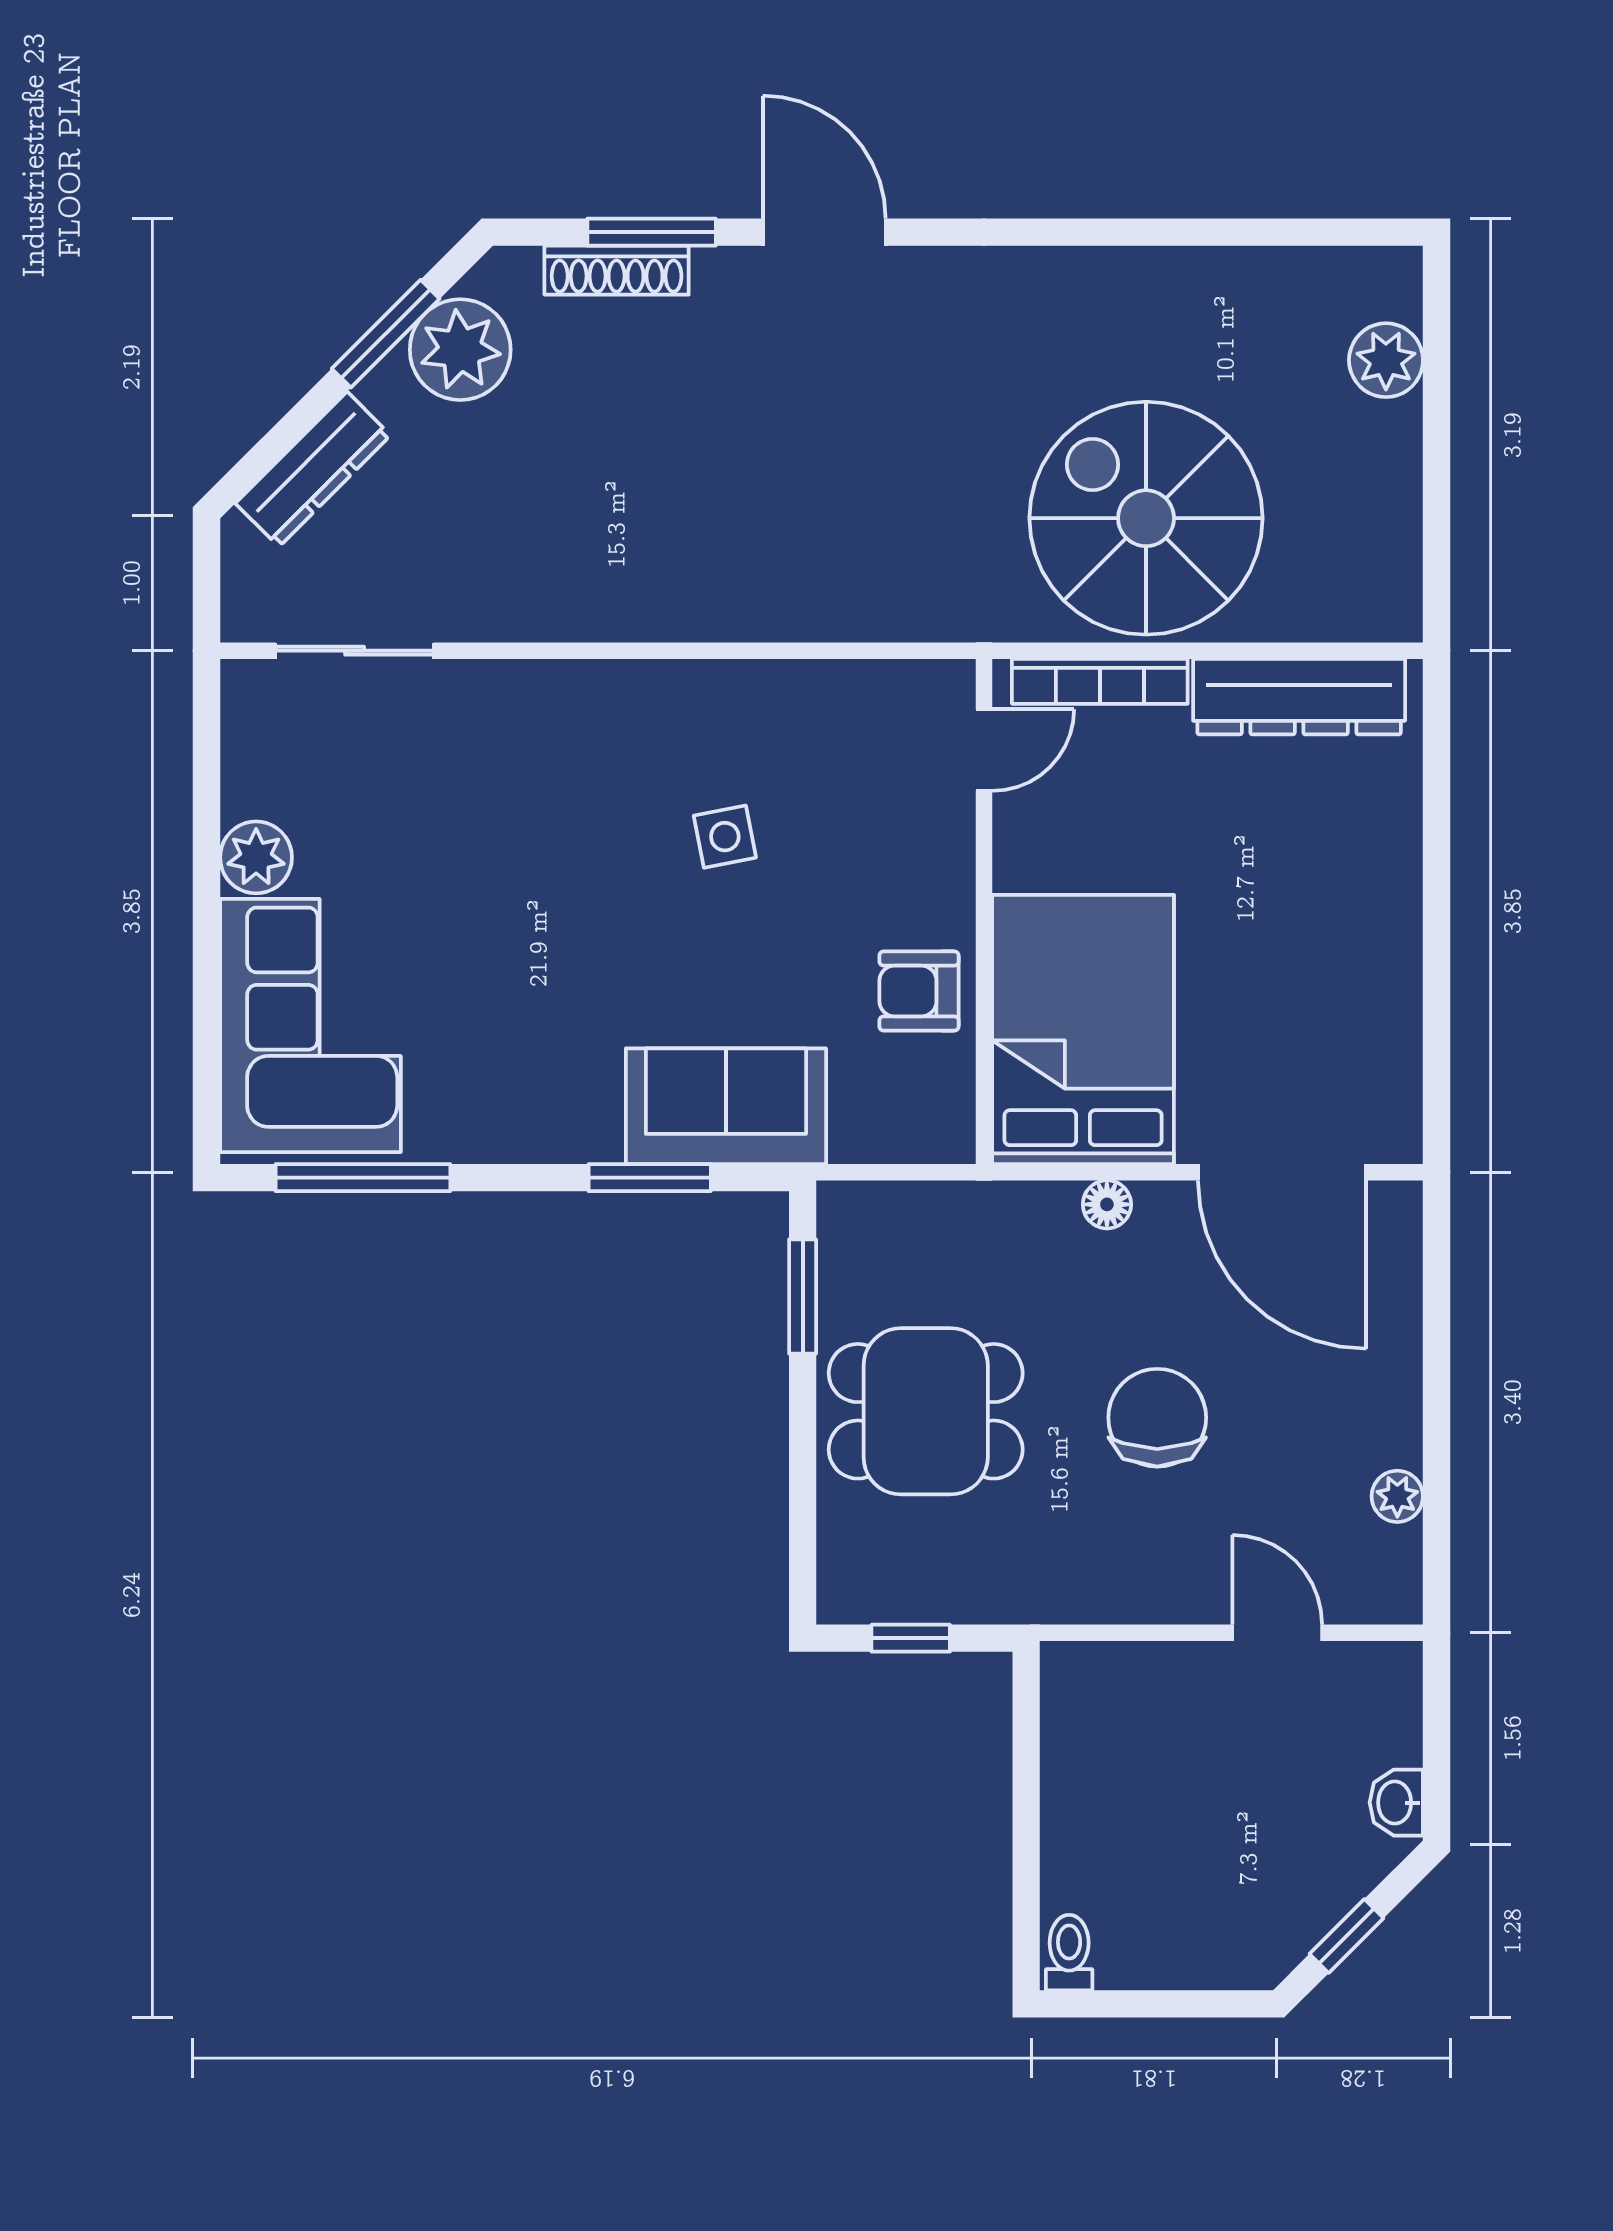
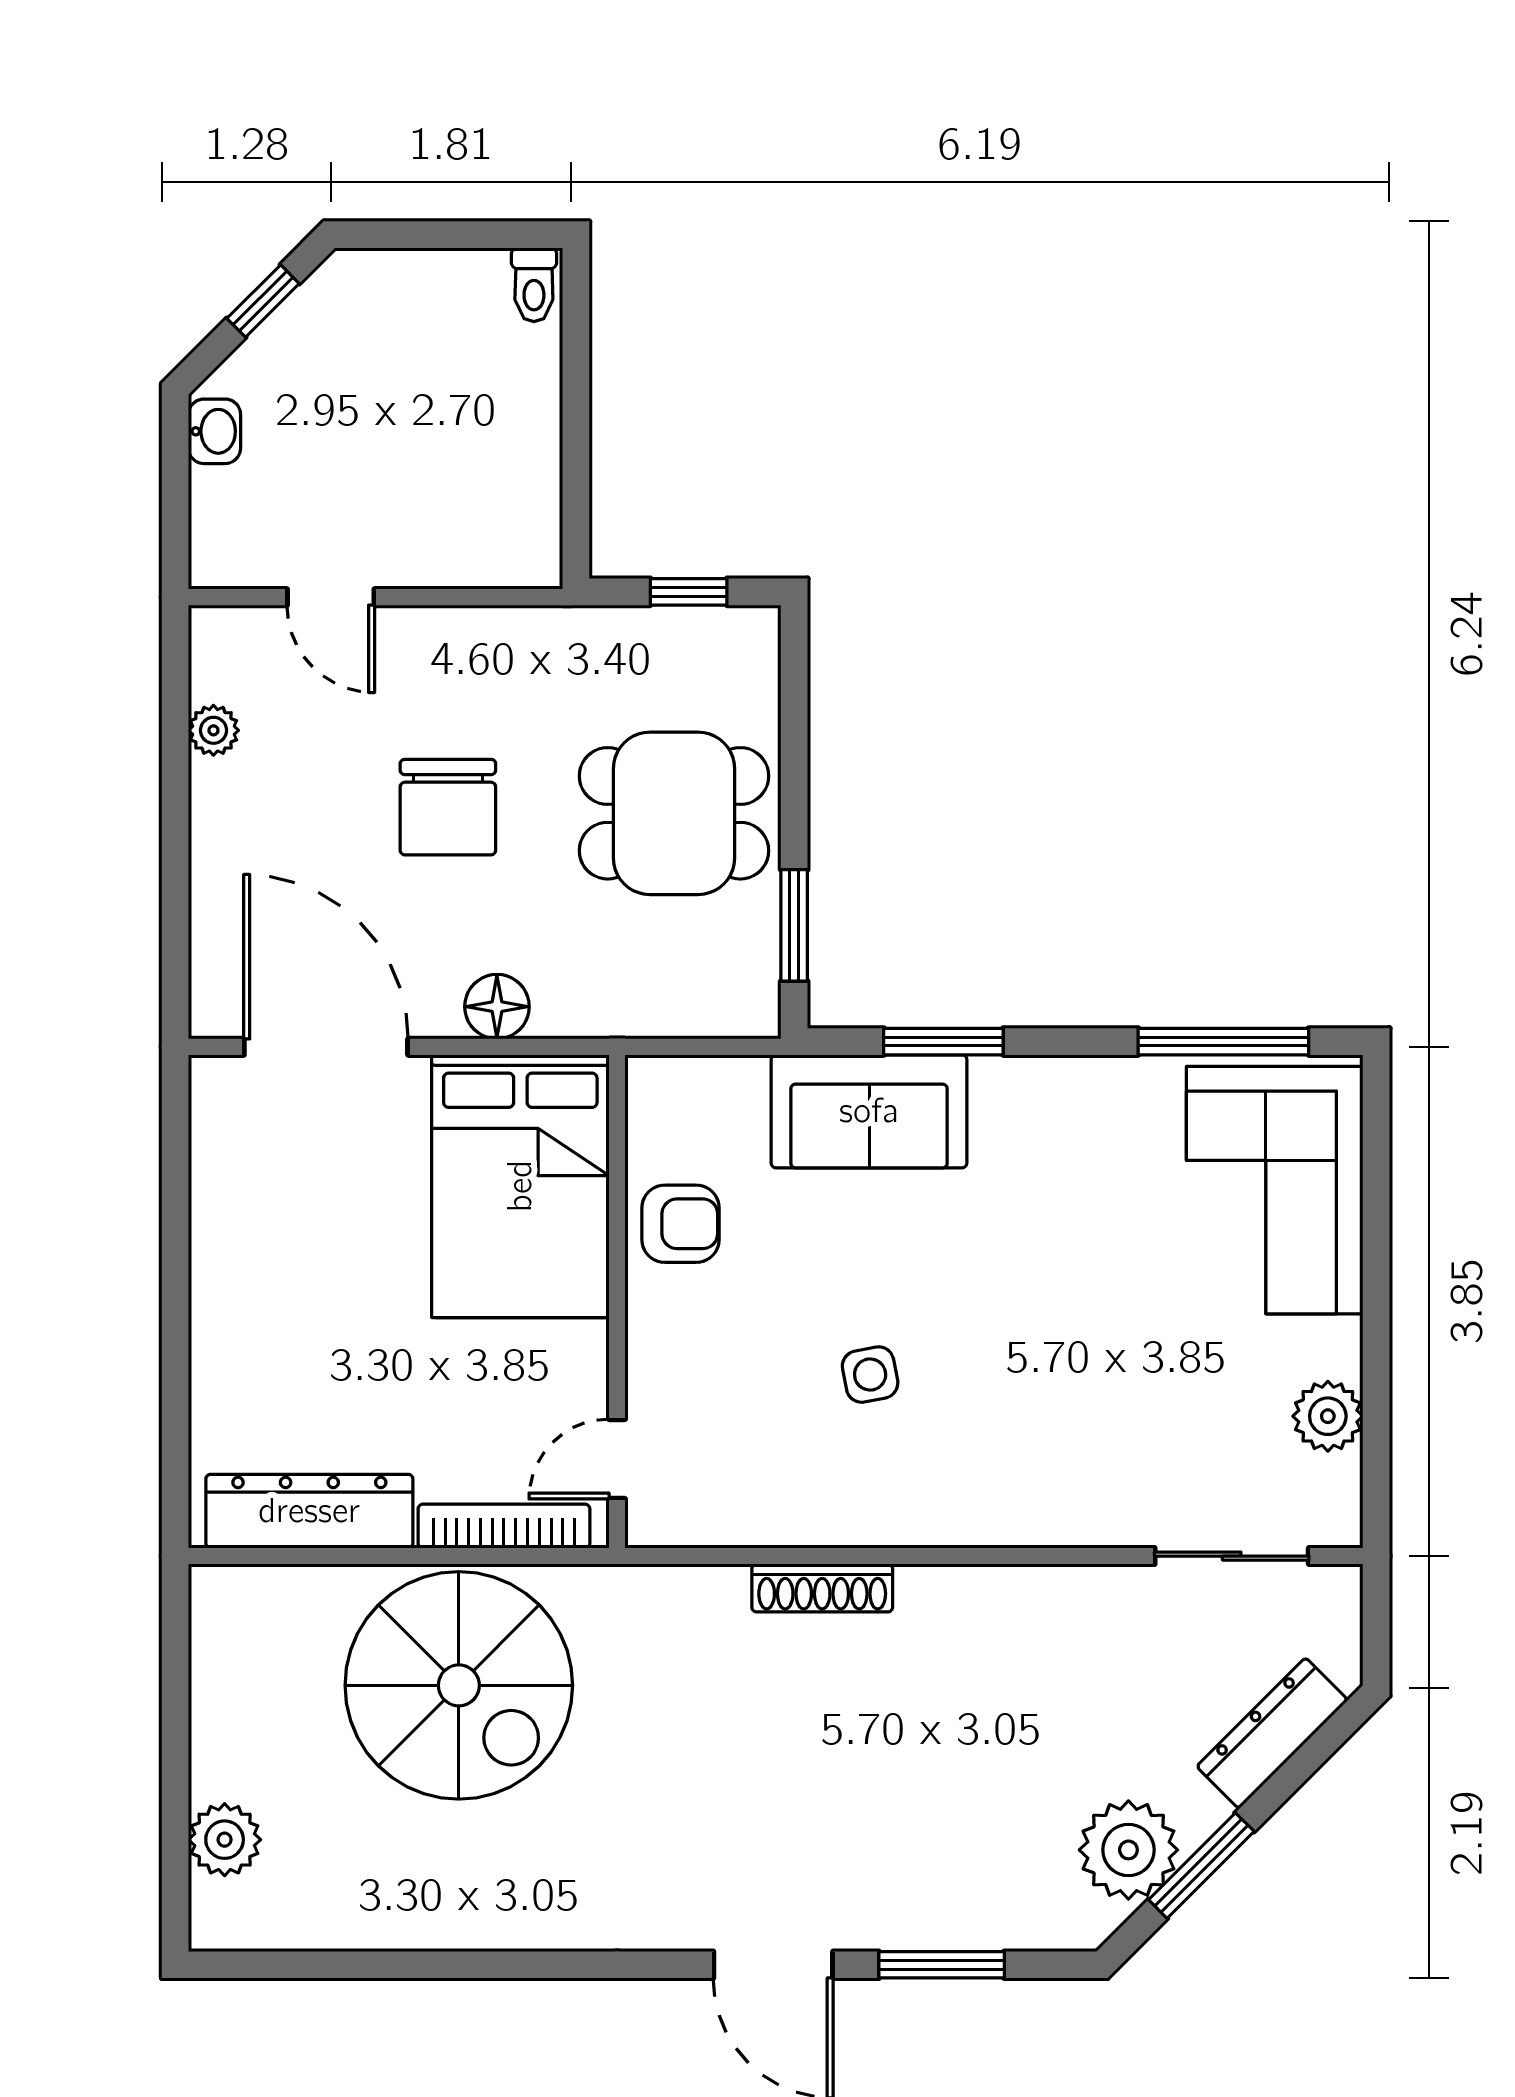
shoe rack: (617, 270) -> (822, 1588), moved, turned 180
plant: (256, 857) -> (1328, 1416), moved
floor lamp: (1107, 1204) -> (497, 1007), width x1.37, depth x1.37

